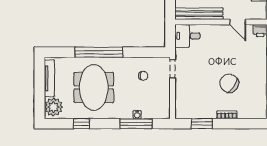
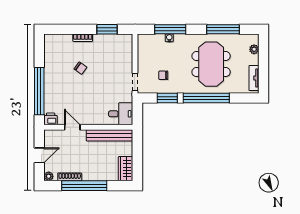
window: (139, 52) -> (167, 98), added
tv unit: (49, 78) -> (254, 78), width x0.71
chair: (229, 83) -> (80, 68), width x0.54, depth x0.54
plant: (53, 107) -> (254, 49), width x0.53, depth x0.53
window: (81, 124) -> (223, 29), width x2.17

